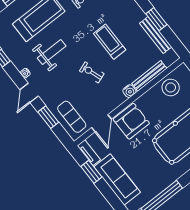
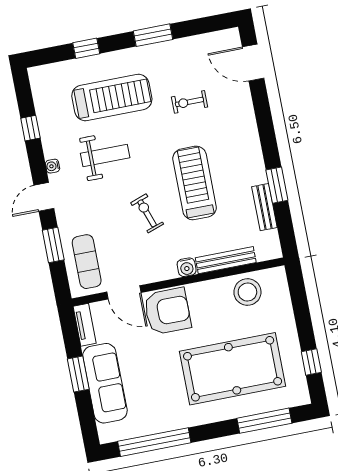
bench: (156, 35) -> (264, 207), width x0.73
treadmill: (110, 42) -> (195, 183), width x1.37, depth x1.38
door: (101, 123) -> (124, 292), hinge flipped
window: (91, 172) -> (78, 374), moved

